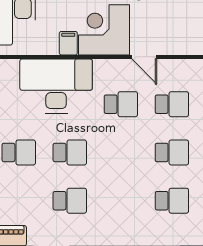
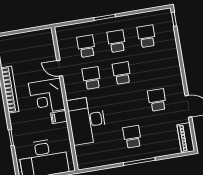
door: (144, 57) -> (60, 68), swing flipped
school desk: (70, 152) -> (122, 73), moved

